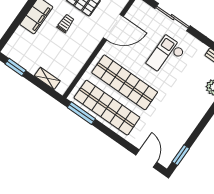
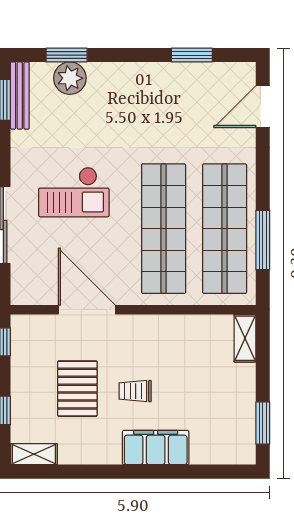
shelving: (47, 78) -> (245, 338), moved
window: (81, 113) -> (263, 240), moved
window: (181, 155) -> (192, 55), moved

